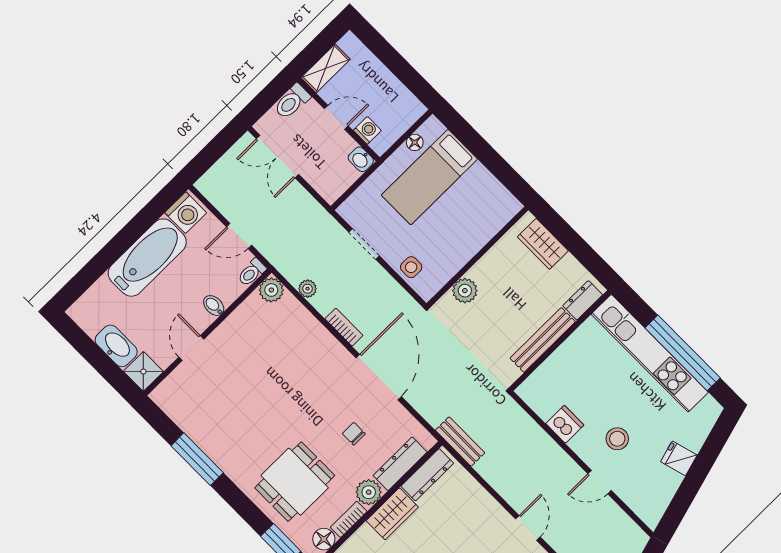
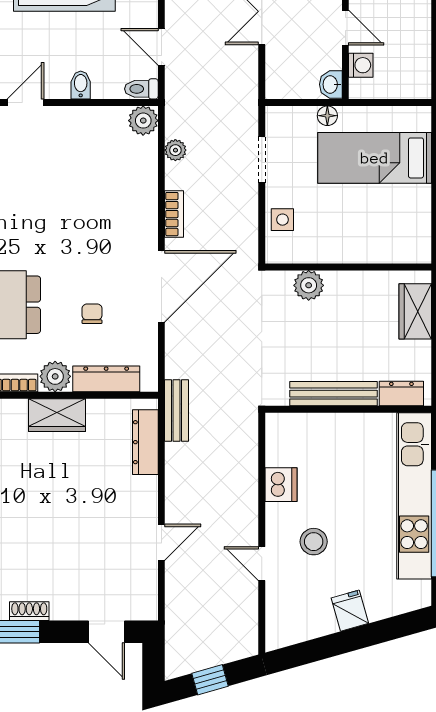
floor lamp: (415, 142) -> (327, 116), moved
dresser: (427, 475) -> (145, 442), moved, turned 90

